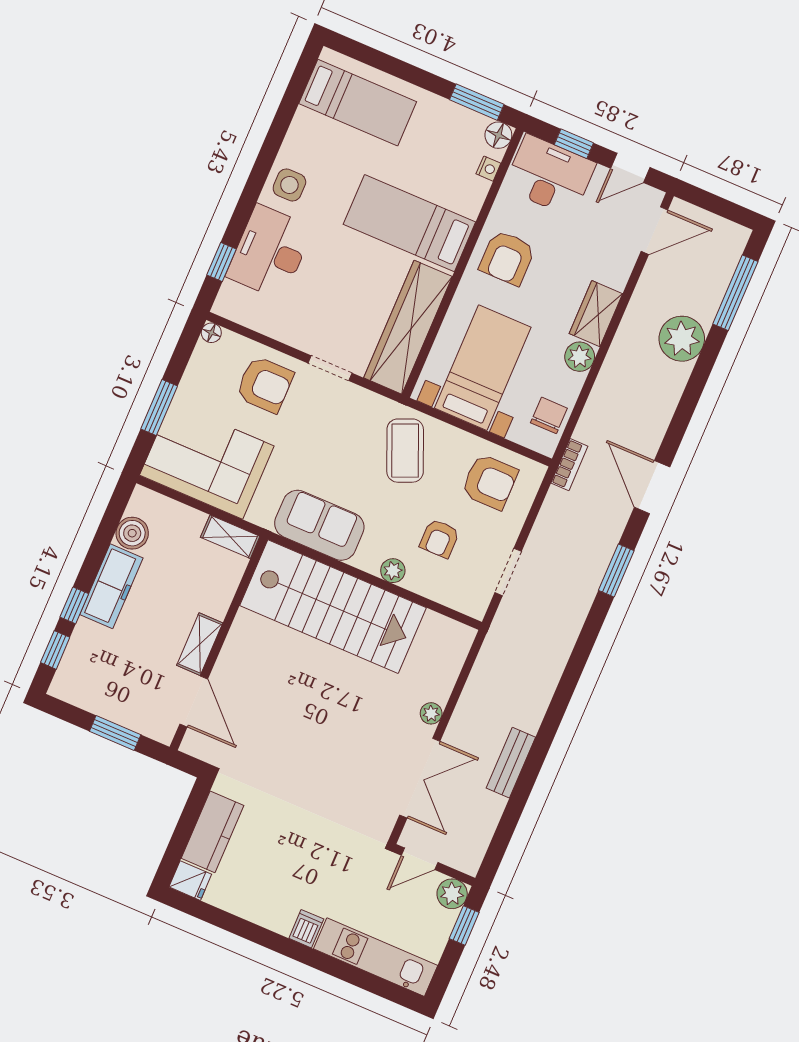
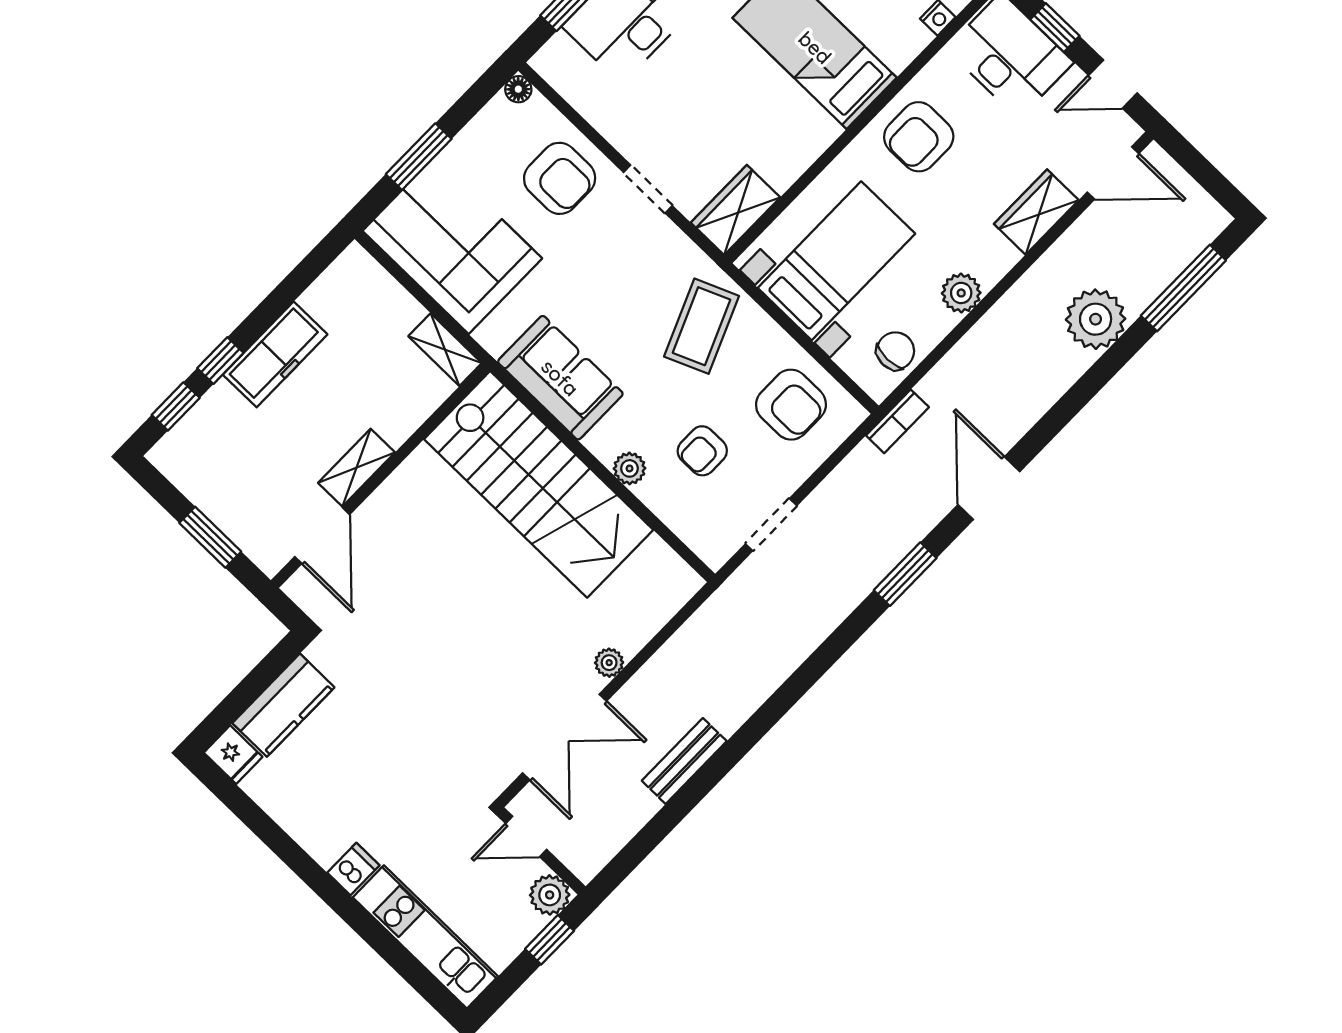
wardrobe: (596, 314) -> (1036, 212), moved
wardrobe: (408, 327) -> (735, 210), width x0.48, depth x0.85
boiler: (132, 533) -> (326, 299), removed

